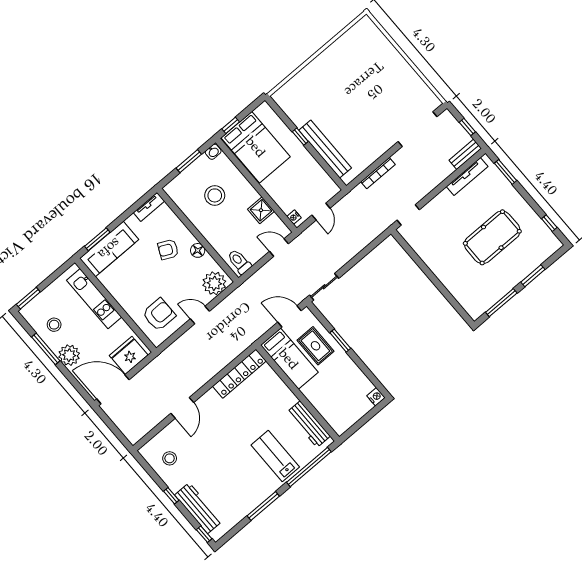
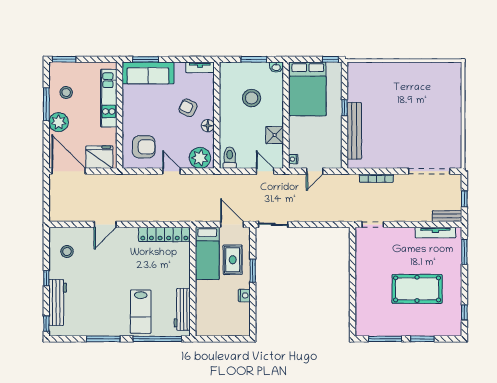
window: (231, 125) -> (330, 59), moved
nightstand: (376, 397) -> (244, 296), moved
lab bench: (275, 456) -> (141, 312), turned 180

